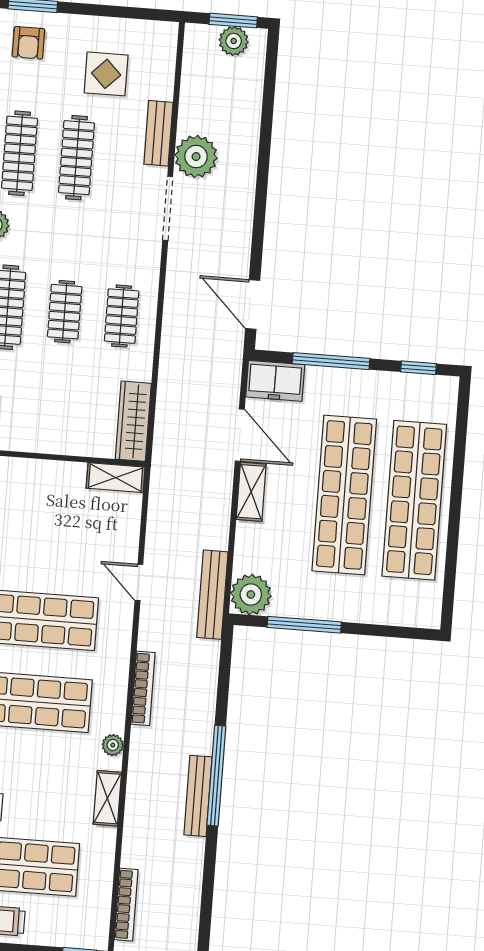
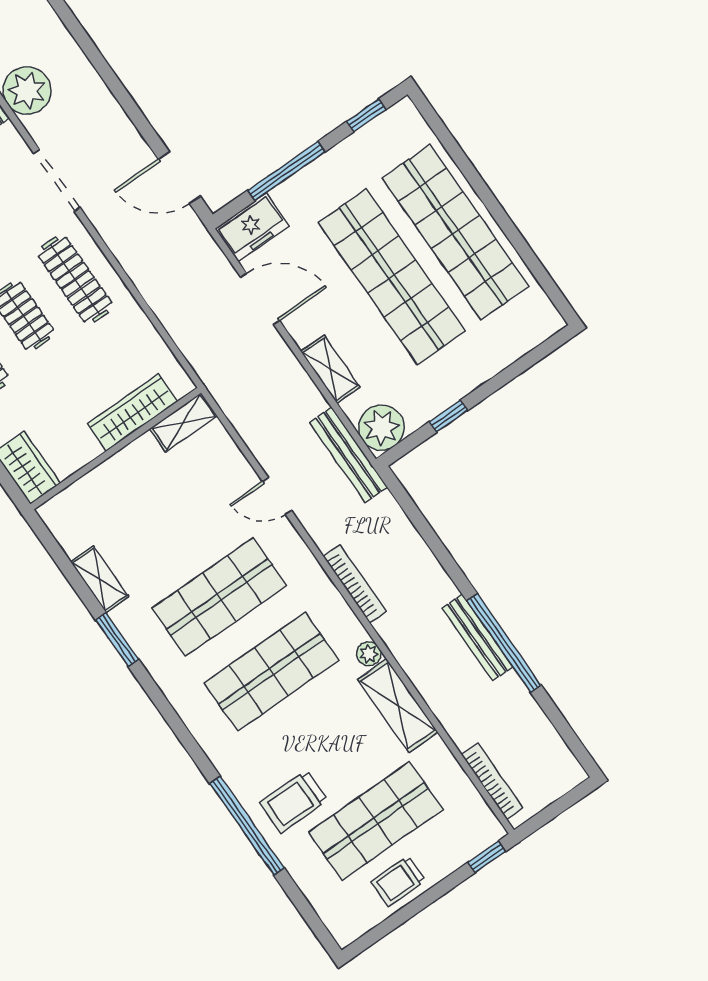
doorway: (168, 208) -> (57, 180), moved
clothes rail: (122, 316) -> (75, 280), width x1.36
wardrobe: (133, 421) -> (133, 412), moved, turned 90
shelving: (251, 492) -> (330, 369), moved
window: (304, 625) -> (448, 416), width x0.46
window: (216, 776) -> (504, 643), moved
shelving: (107, 798) -> (398, 706), width x1.50, depth x1.33

